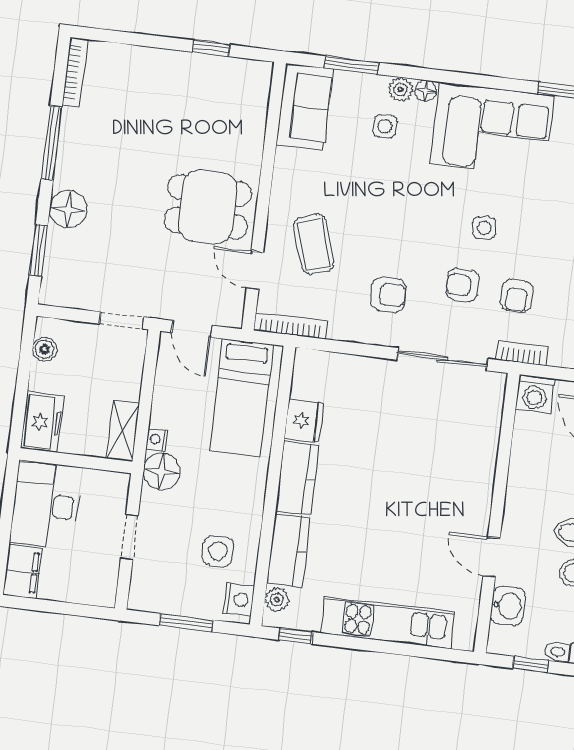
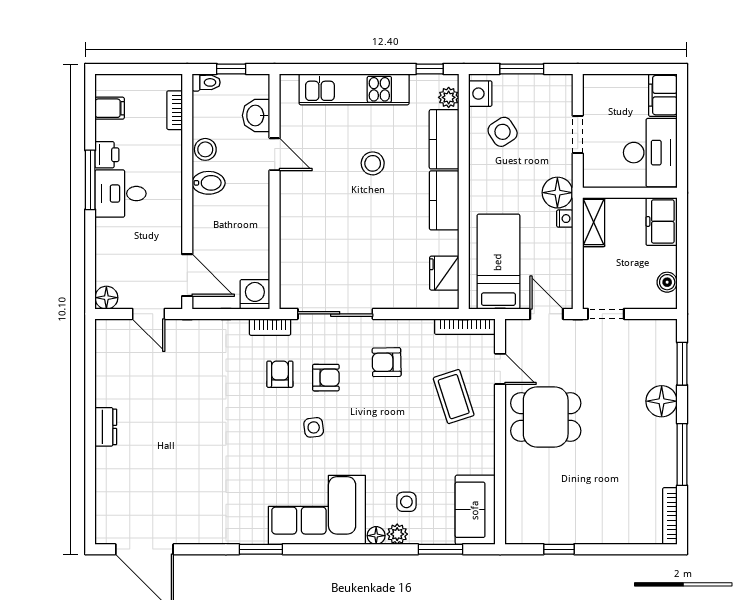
fridge: (304, 421) -> (444, 273), moved
stool: (376, 532) -> (373, 163), added
side table: (218, 551) -> (503, 132), turned -33

